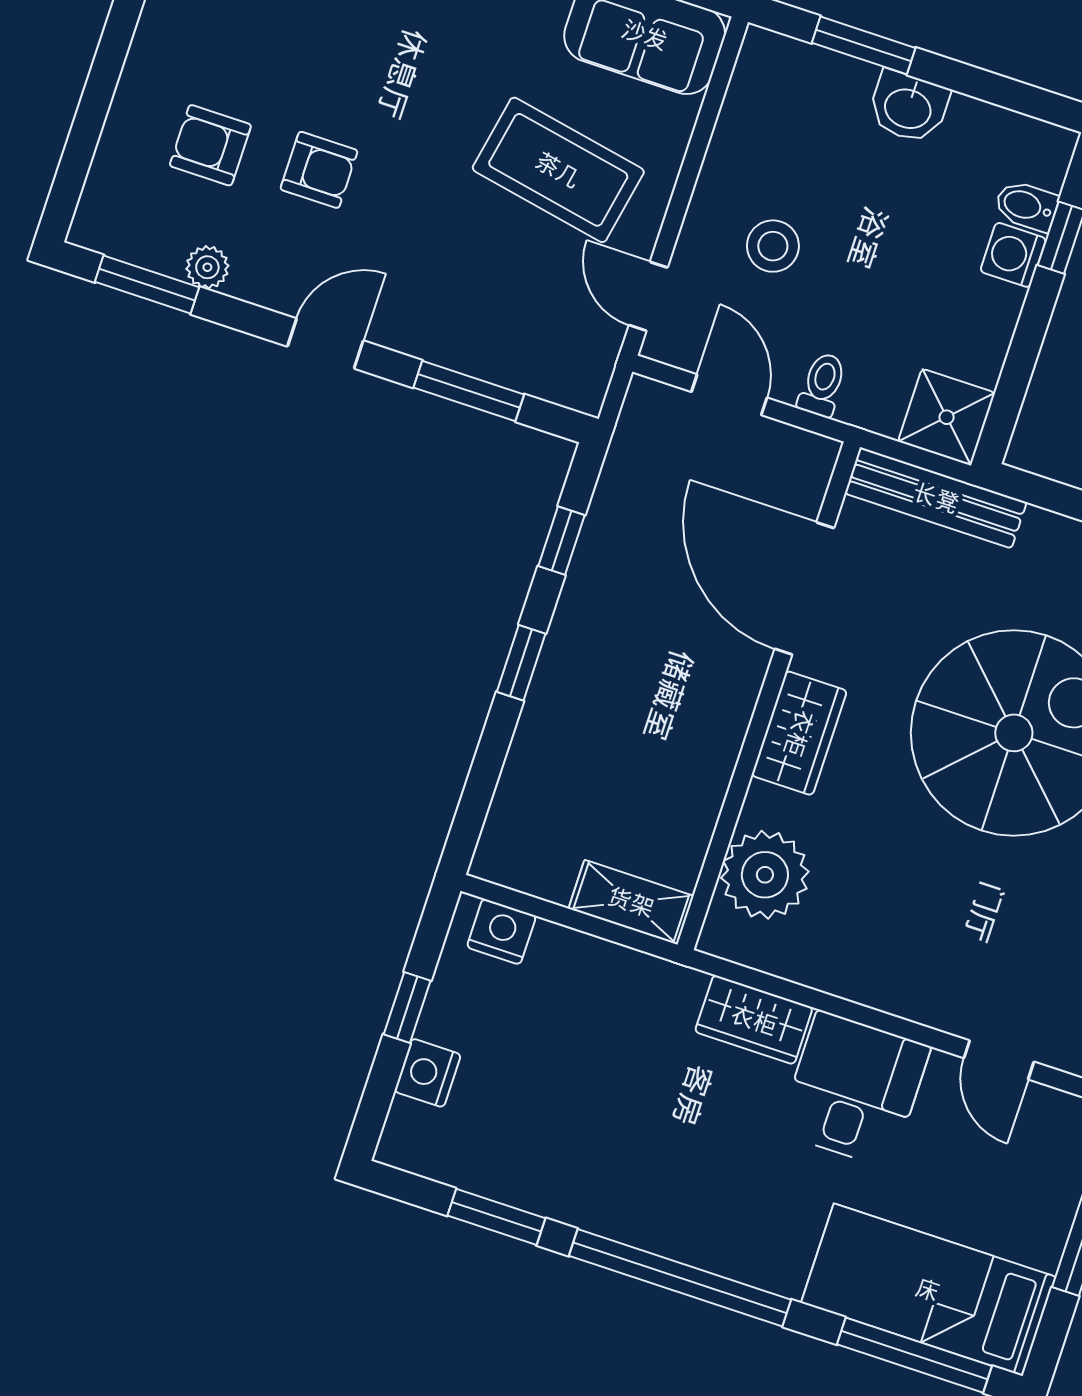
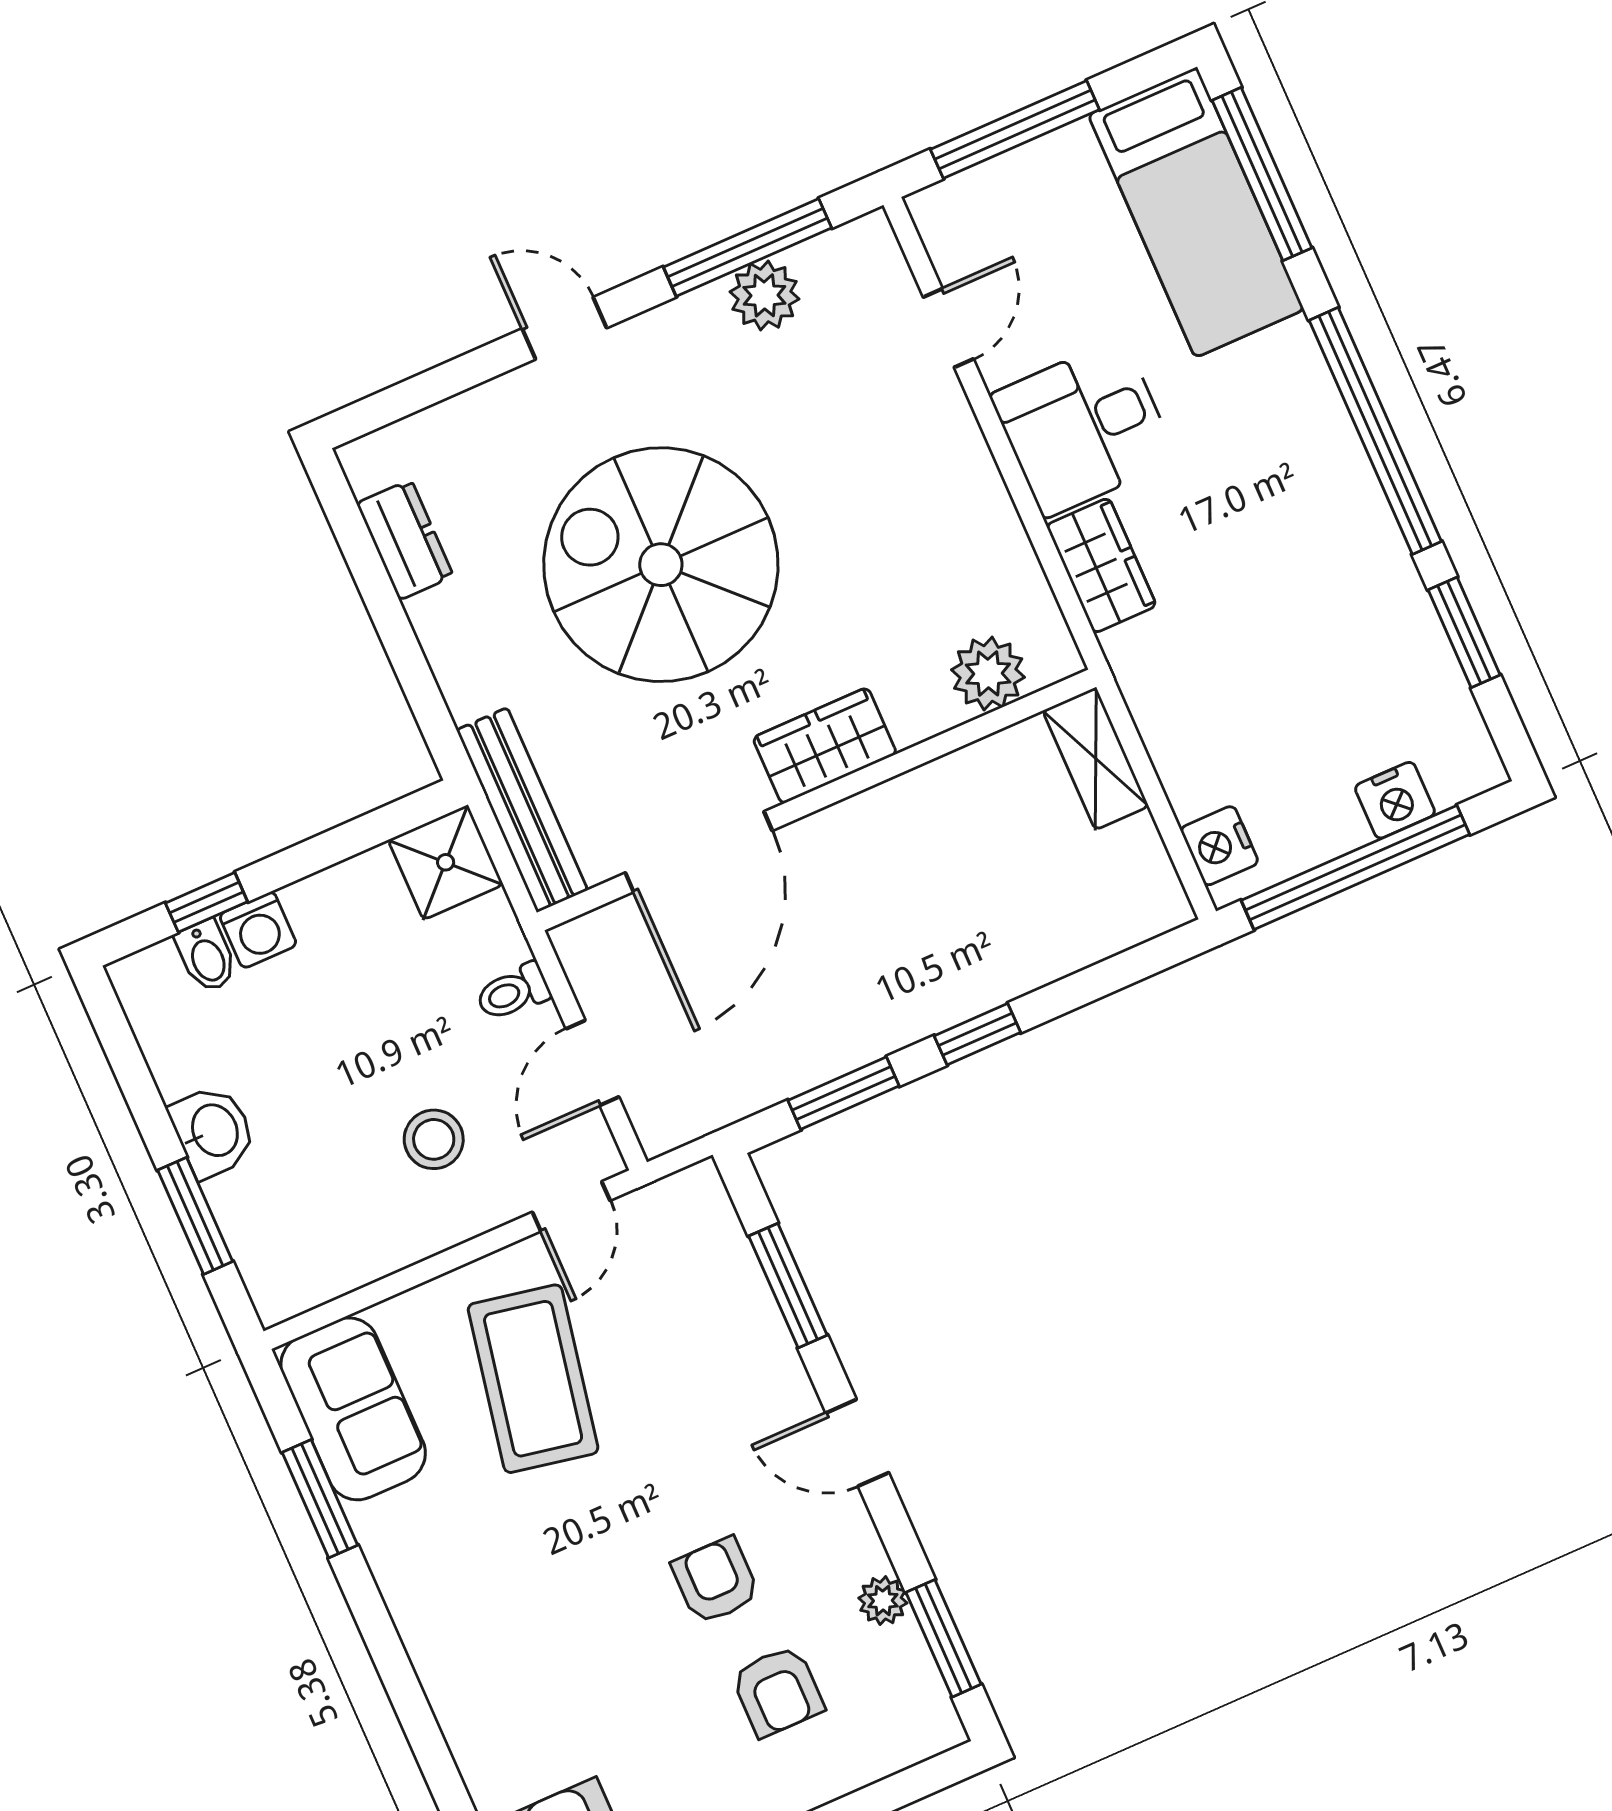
window: (562, 541) -> (844, 1093), width x1.50
plant: (765, 875) -> (988, 673), width x0.73, depth x0.73
window: (407, 1008) -> (1355, 867), width x3.17

